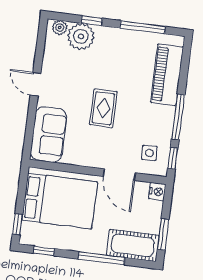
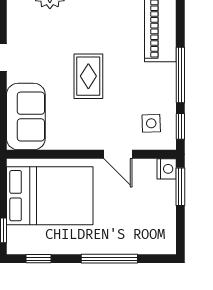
door: (119, 175) -> (118, 154), width x0.73
window: (163, 235) -> (180, 187), moved
cot: (133, 245) -> (145, 238), removed

